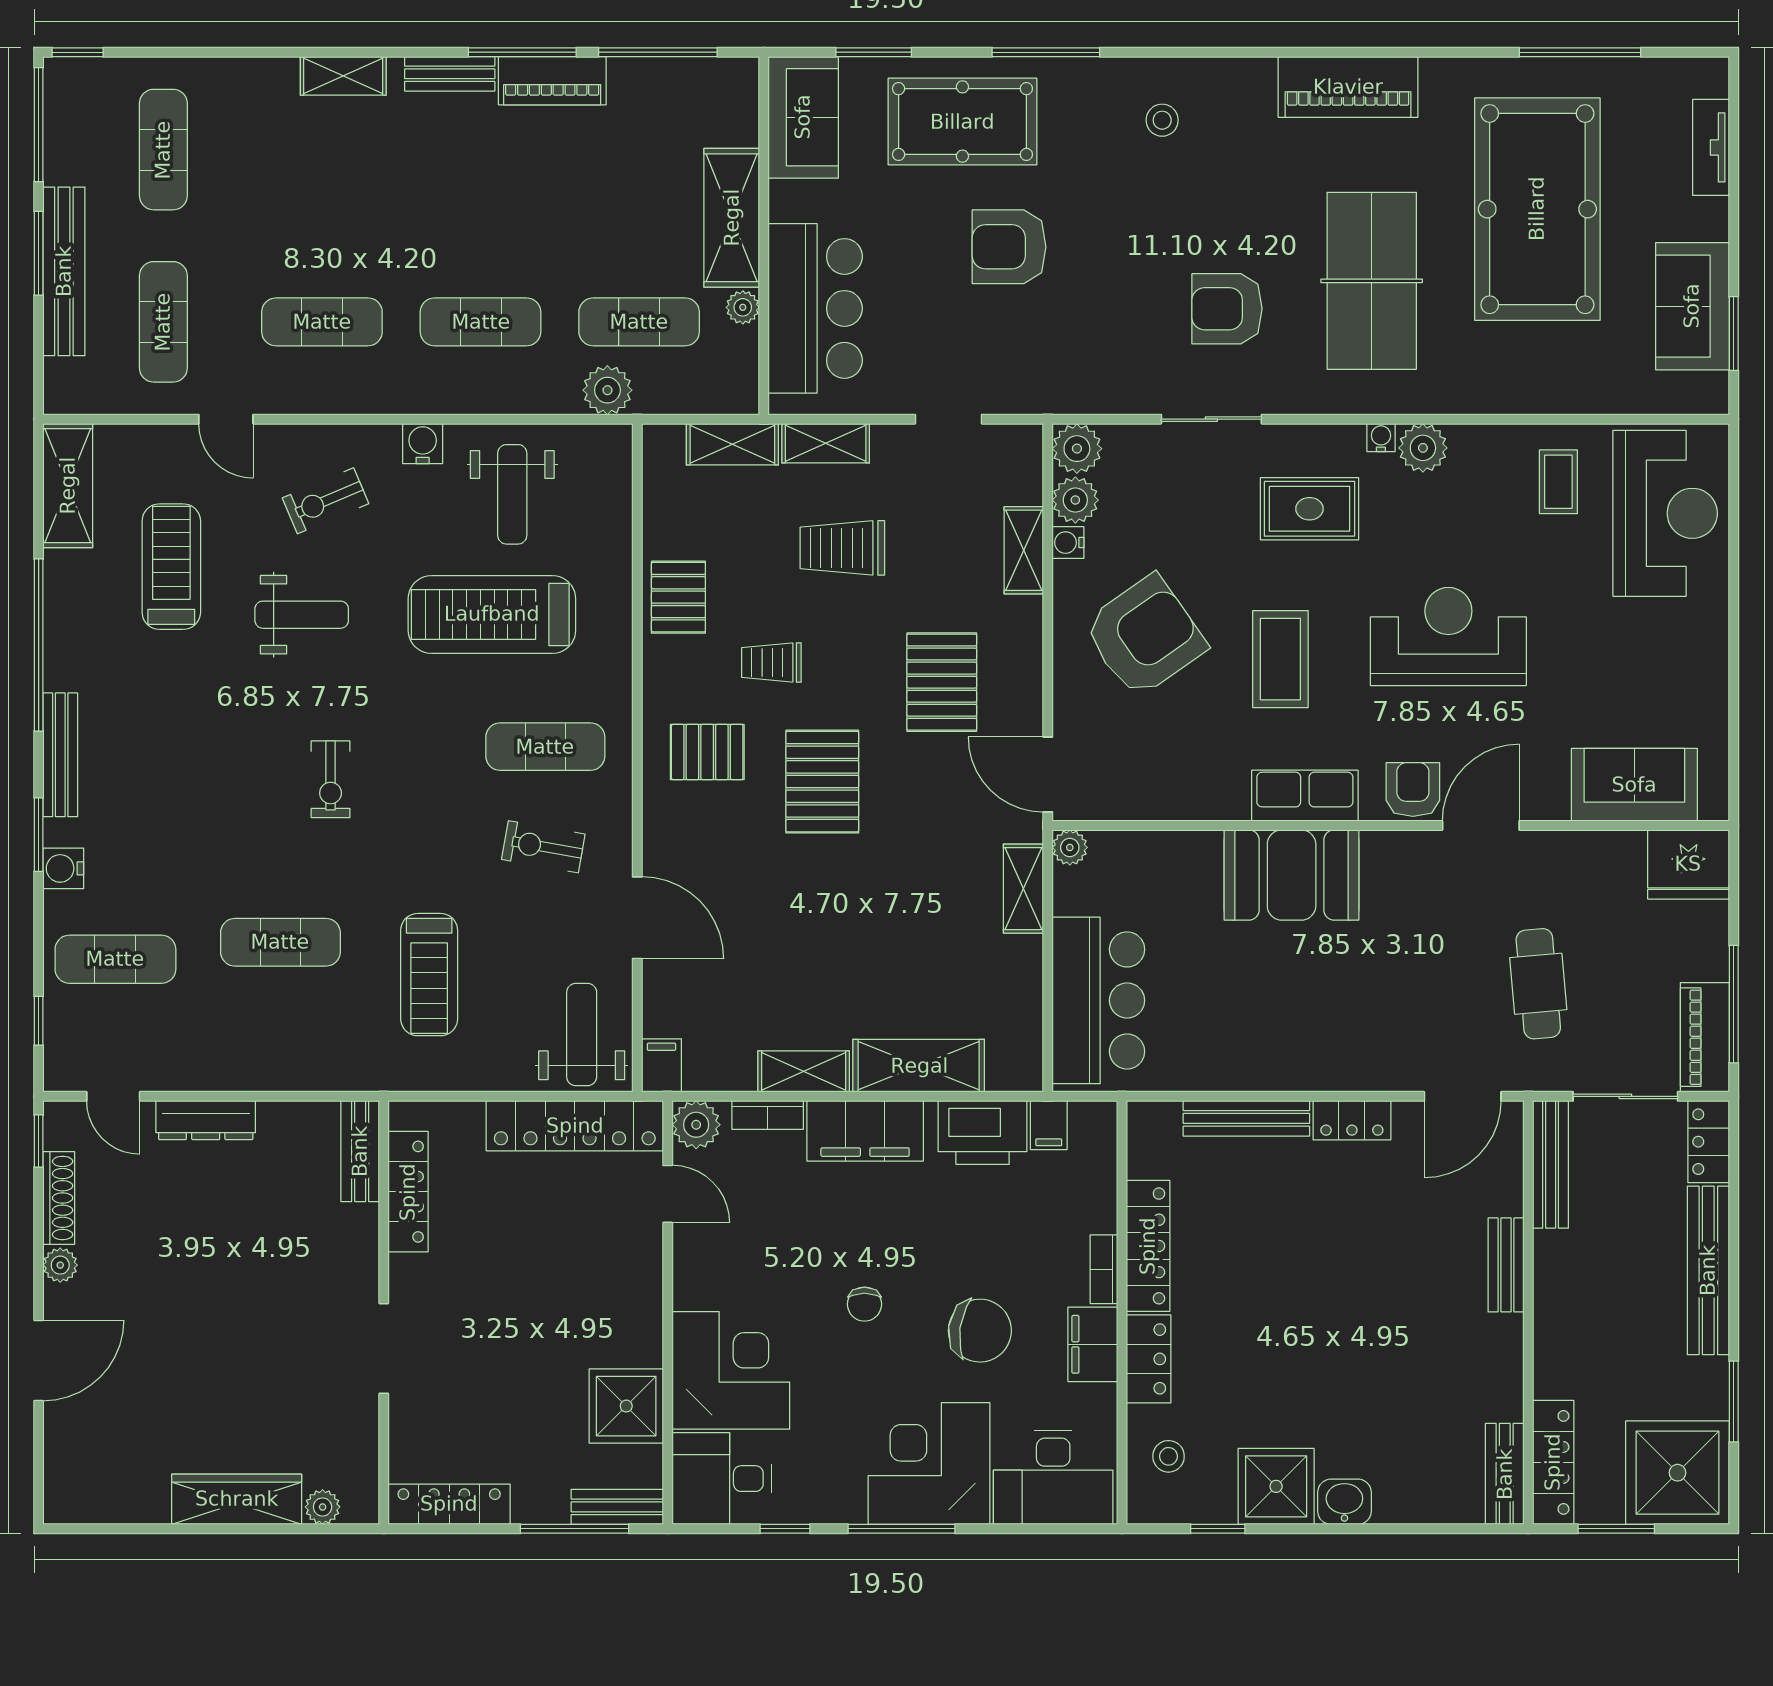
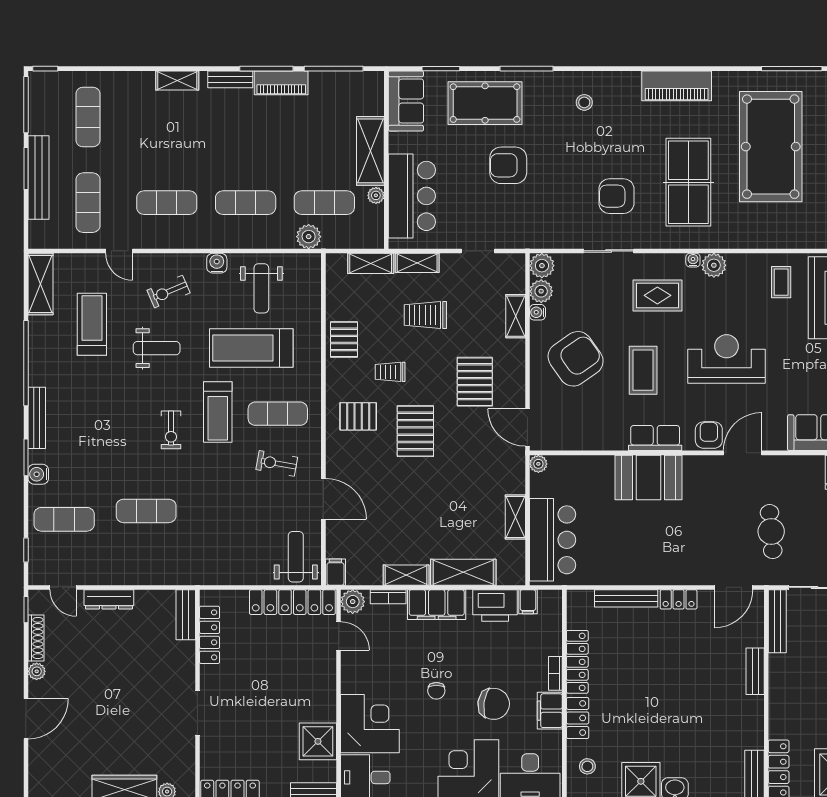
shelving: (1023, 889) -> (515, 517), moved
treadmill: (429, 975) -> (218, 412), moved

